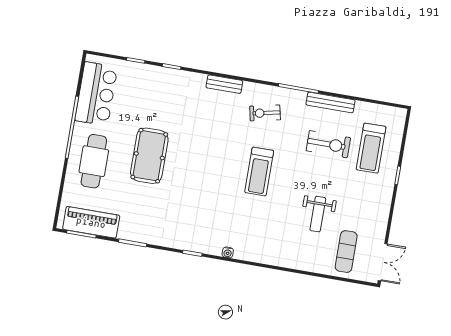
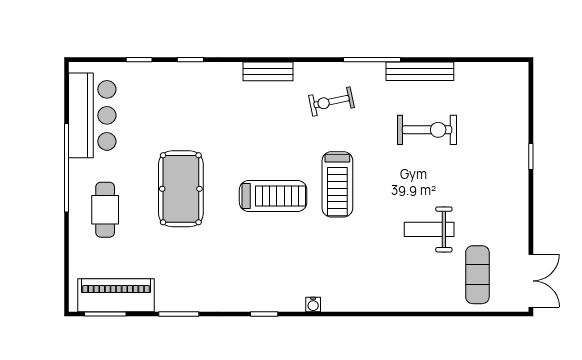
treadmill: (371, 148) -> (273, 196), moved, turned -90
cafe table: (94, 161) -> (105, 210), width x0.73, depth x0.74
weight bench: (318, 214) -> (429, 229), turned 90

